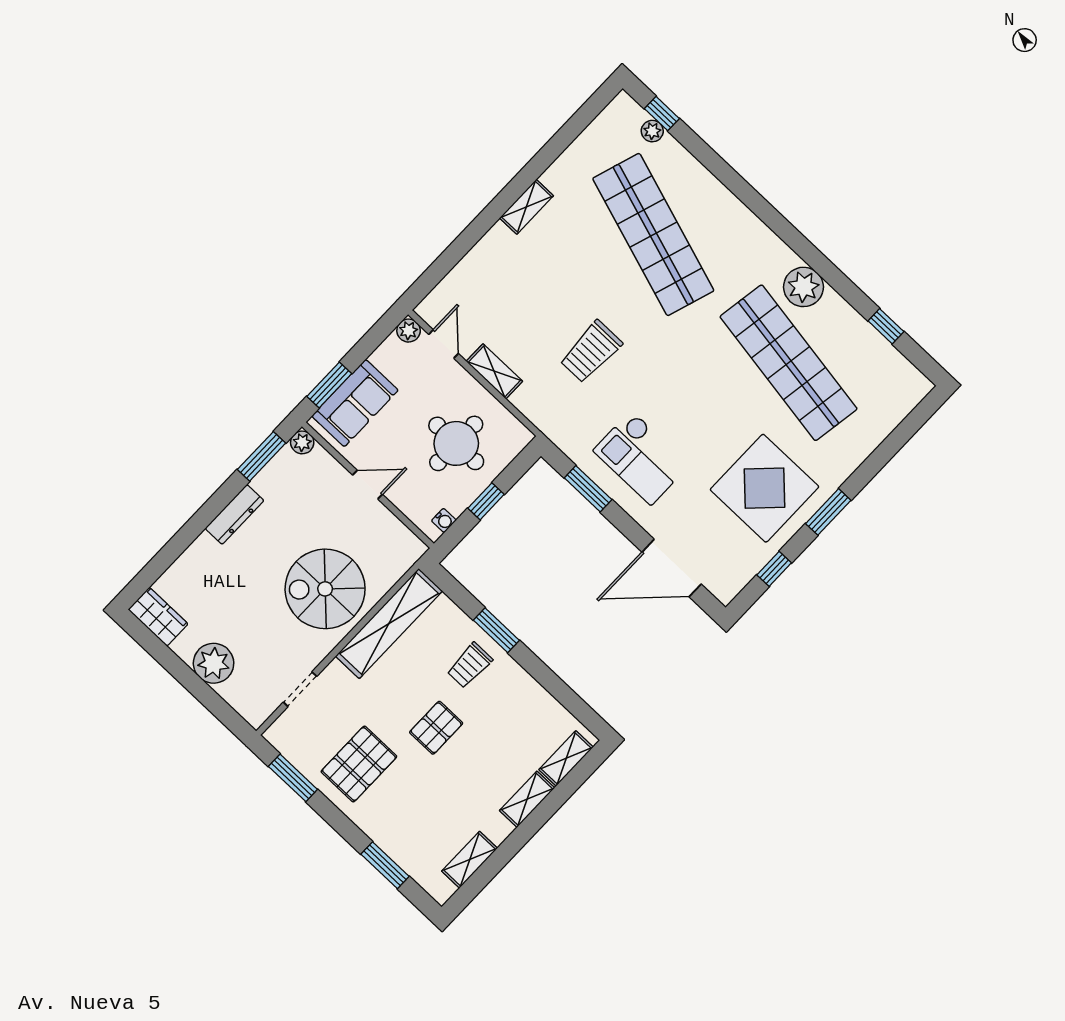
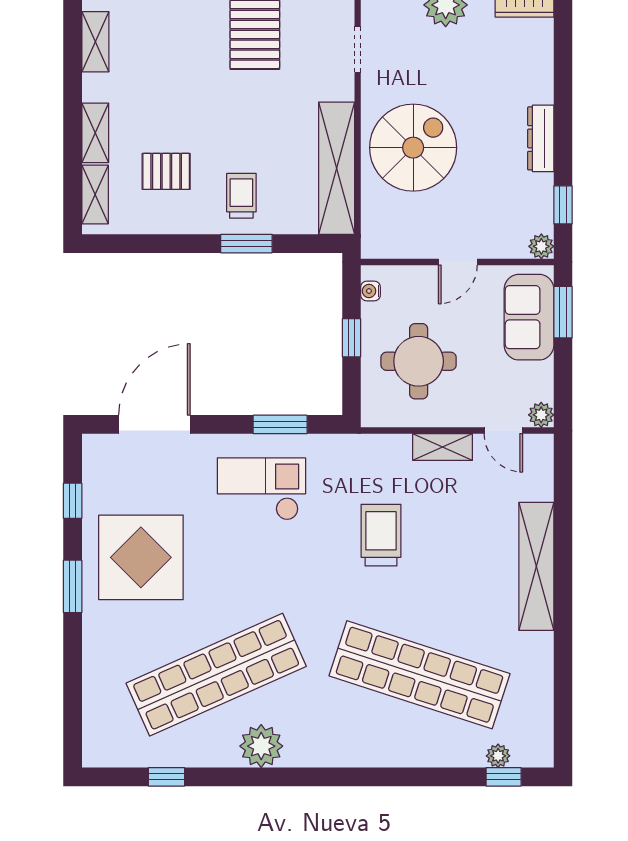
shelving: (526, 207) -> (536, 566), width x2.20, depth x1.33
shop shelf: (789, 363) -> (216, 675), turned -33
window: (262, 456) -> (563, 205), width x0.67
pallet: (436, 728) -> (166, 171), moved, turned 90

